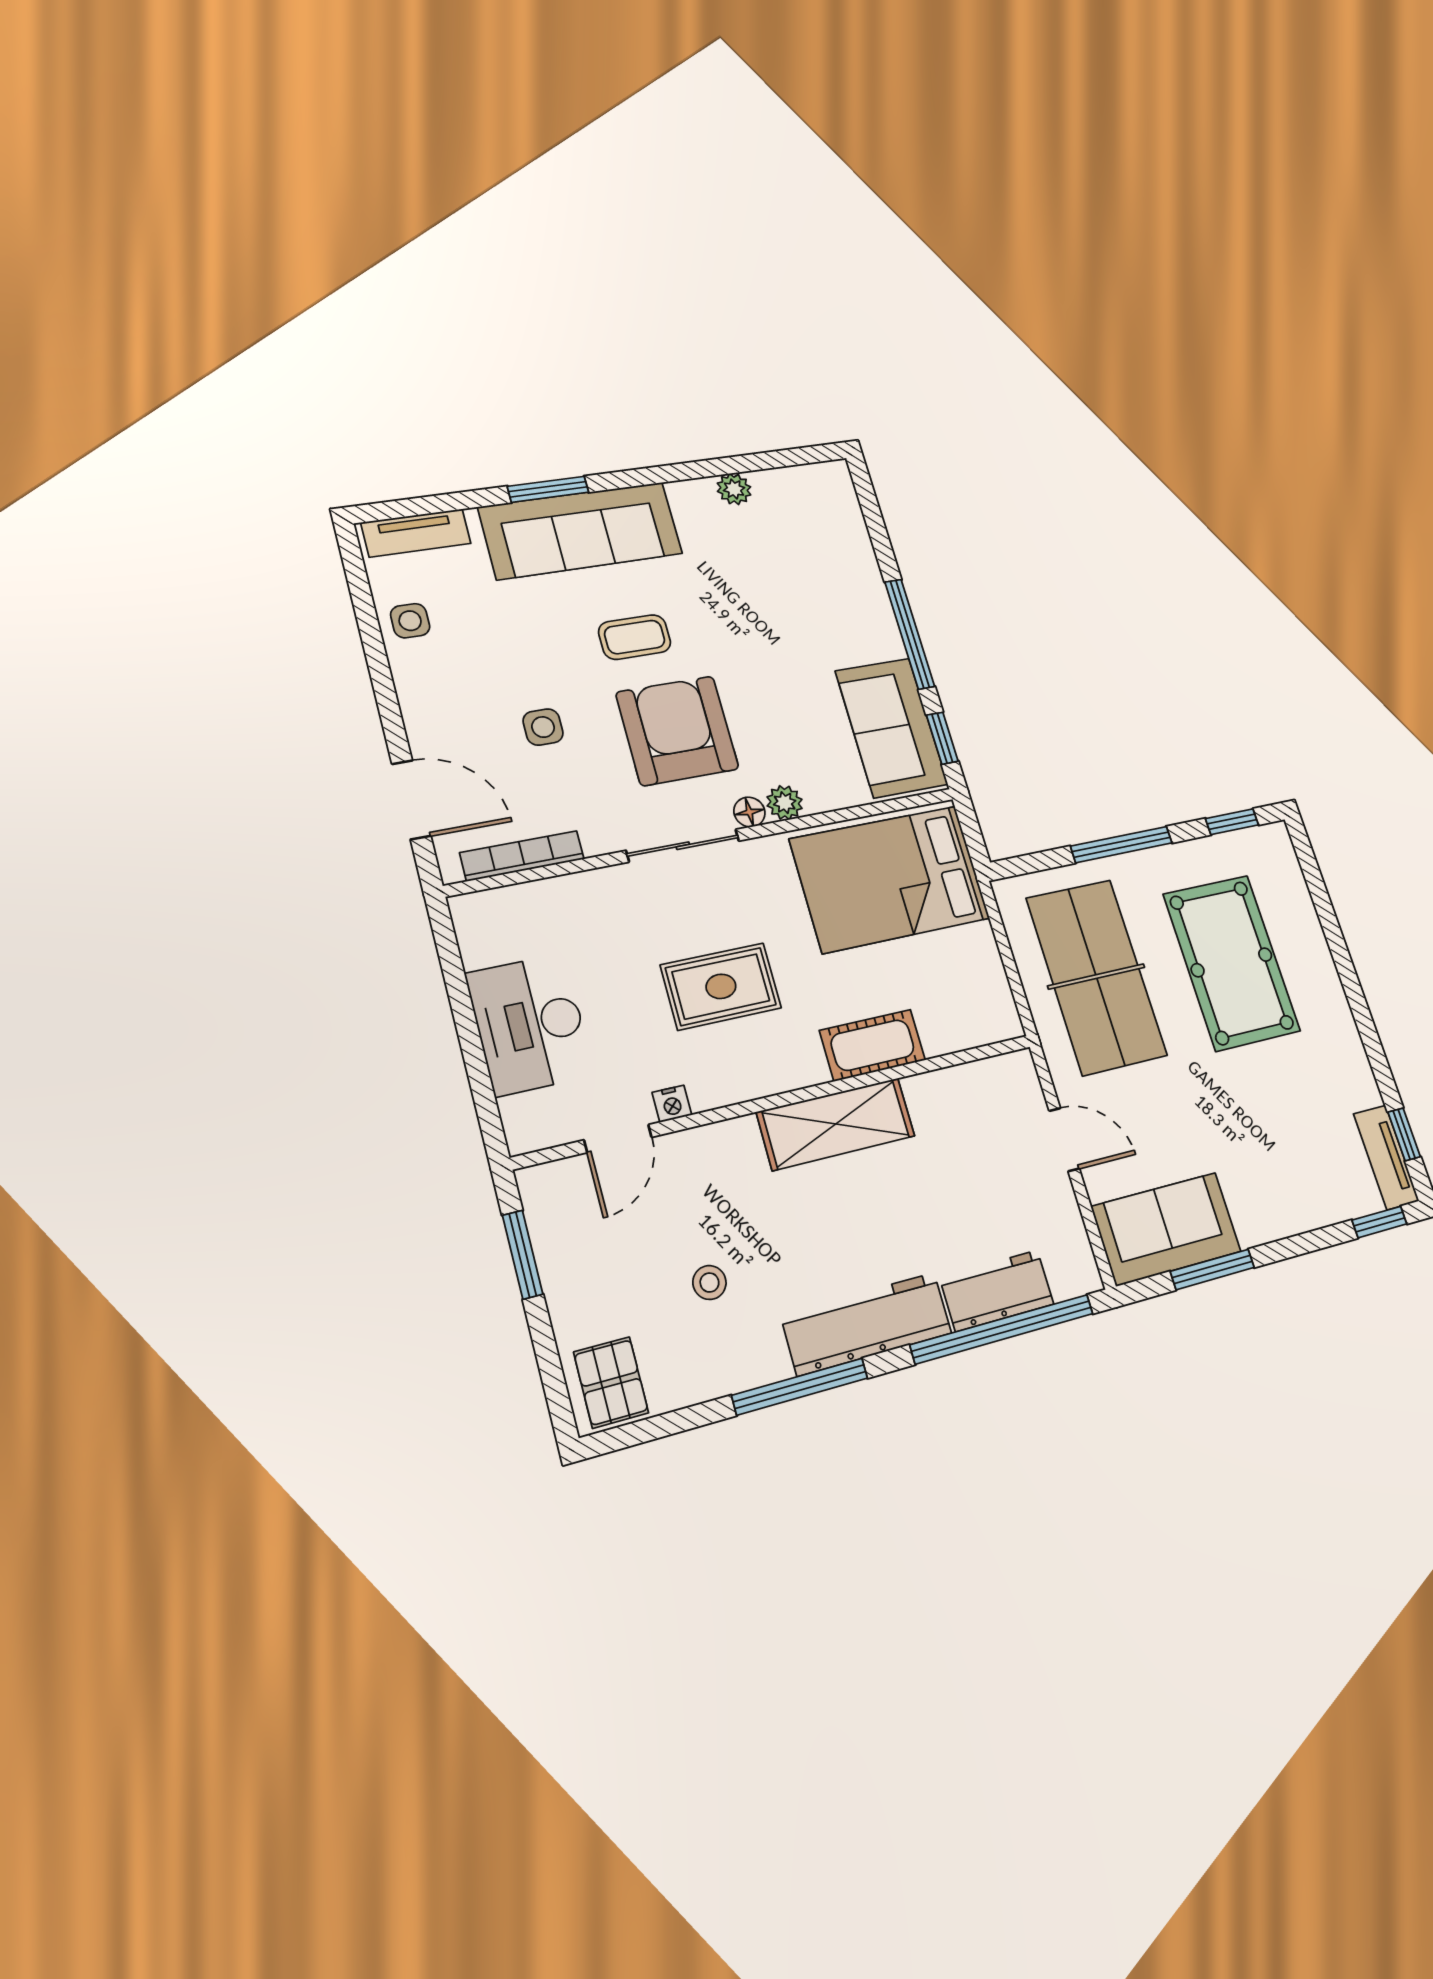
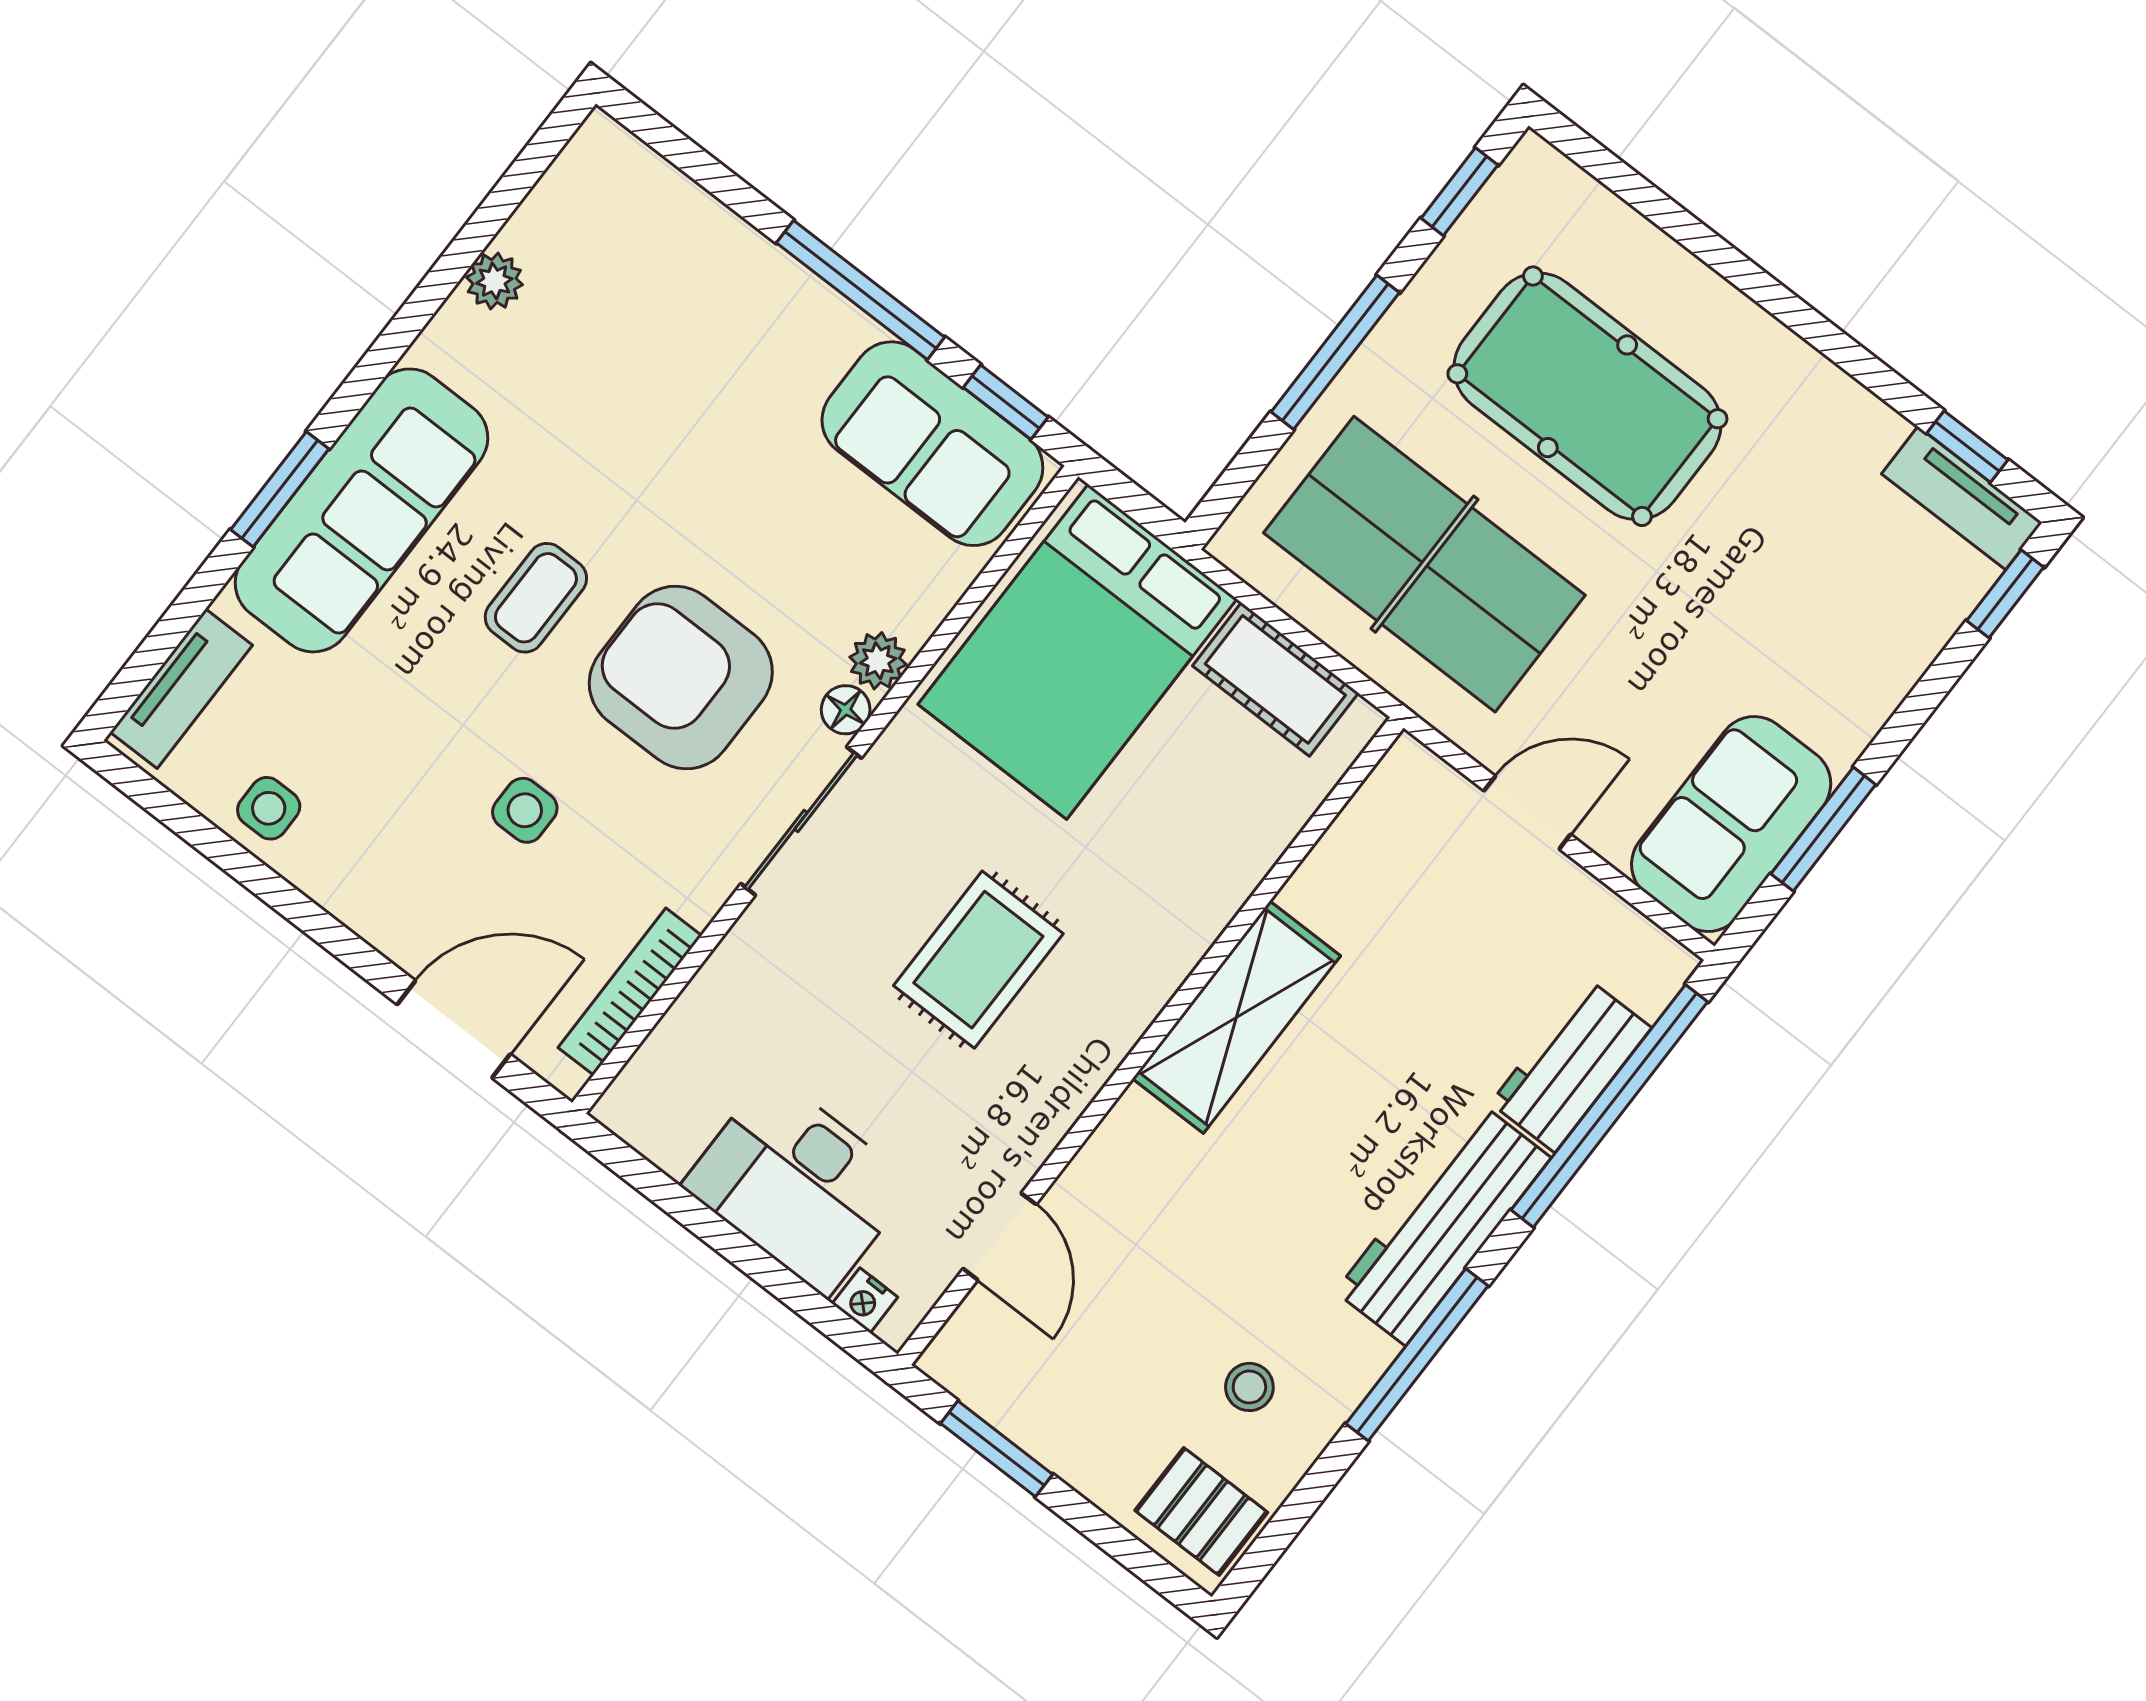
cot: (873, 1045) -> (1275, 679), moved, turned 90
nightstand: (672, 1104) -> (865, 1300), moved, turned 90
stool: (709, 1283) -> (1249, 1387), moved

